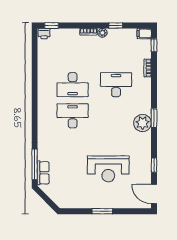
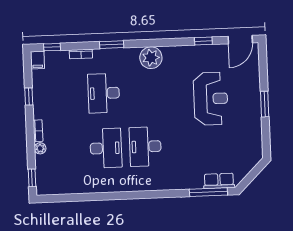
plant: (102, 33) -> (40, 148), moved
printer: (44, 34) -> (43, 187), removed
window: (154, 118) -> (112, 45), moved

